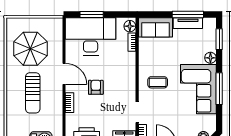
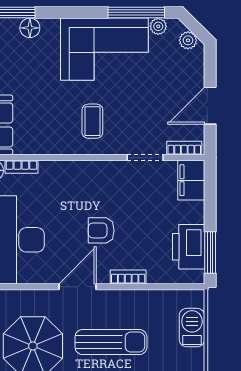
floor lamp: (210, 58) -> (30, 28), moved
window: (219, 89) -> (136, 12), moved
plant: (211, 120) -> (158, 26), added

